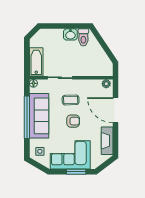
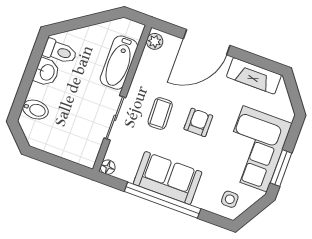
bidet: (49, 36) -> (35, 110), added
bathtub: (36, 62) -> (119, 63), moved, turned -90
sofa: (39, 116) -> (168, 178), width x0.73
window: (76, 172) -> (281, 168), moved

